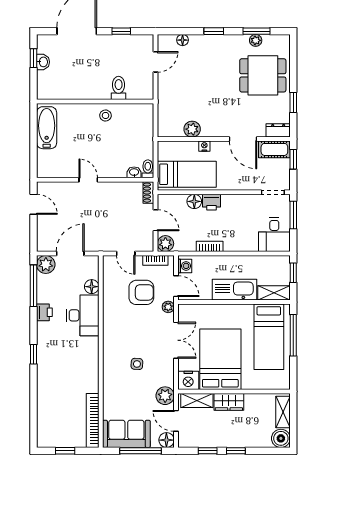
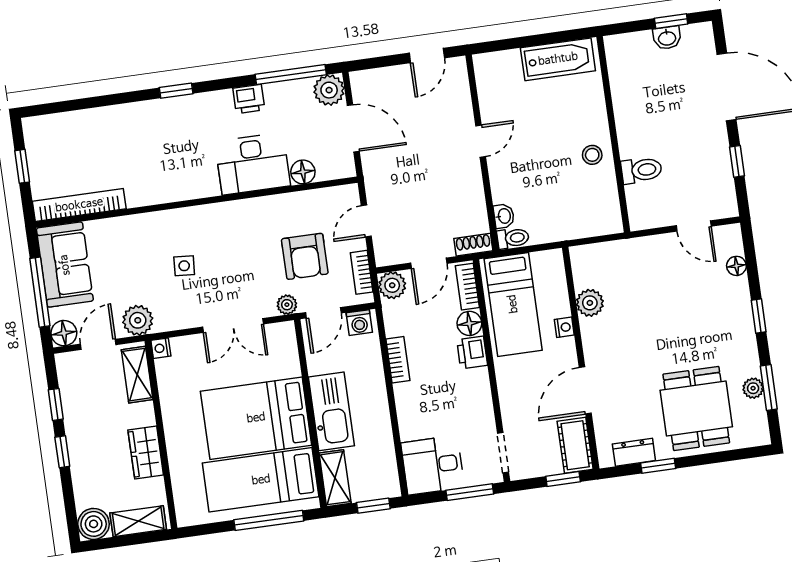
dresser: (278, 130) -> (634, 452), moved, turned -90
bookcase: (172, 200) -> (467, 287), added
bed: (220, 359) -> (256, 418), moved, turned 180
nightstand: (188, 380) -> (161, 348), width x0.53, depth x0.56
wardrobe: (229, 402) -> (146, 453), moved

